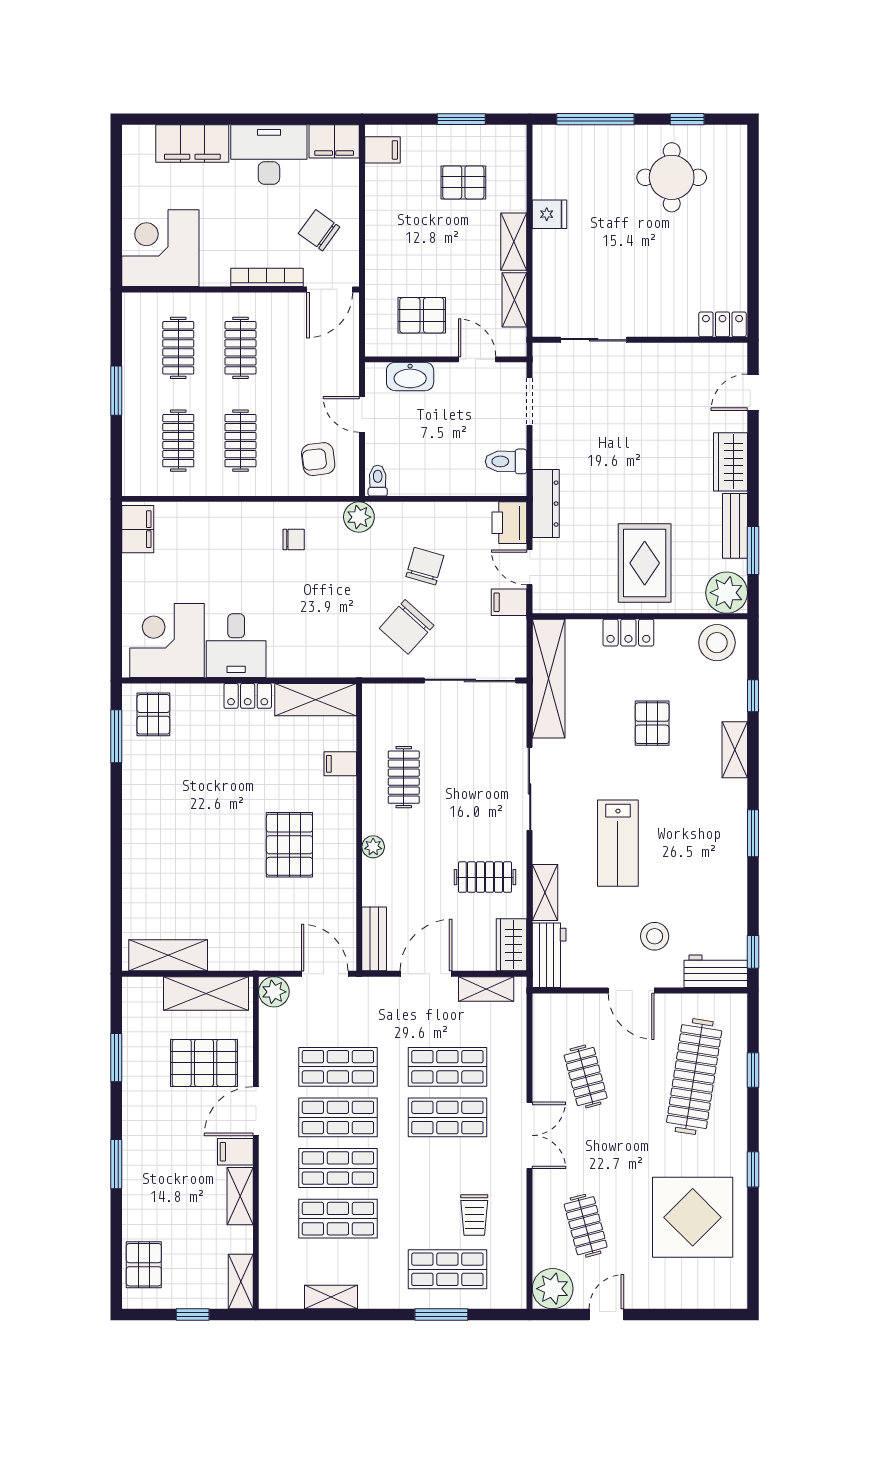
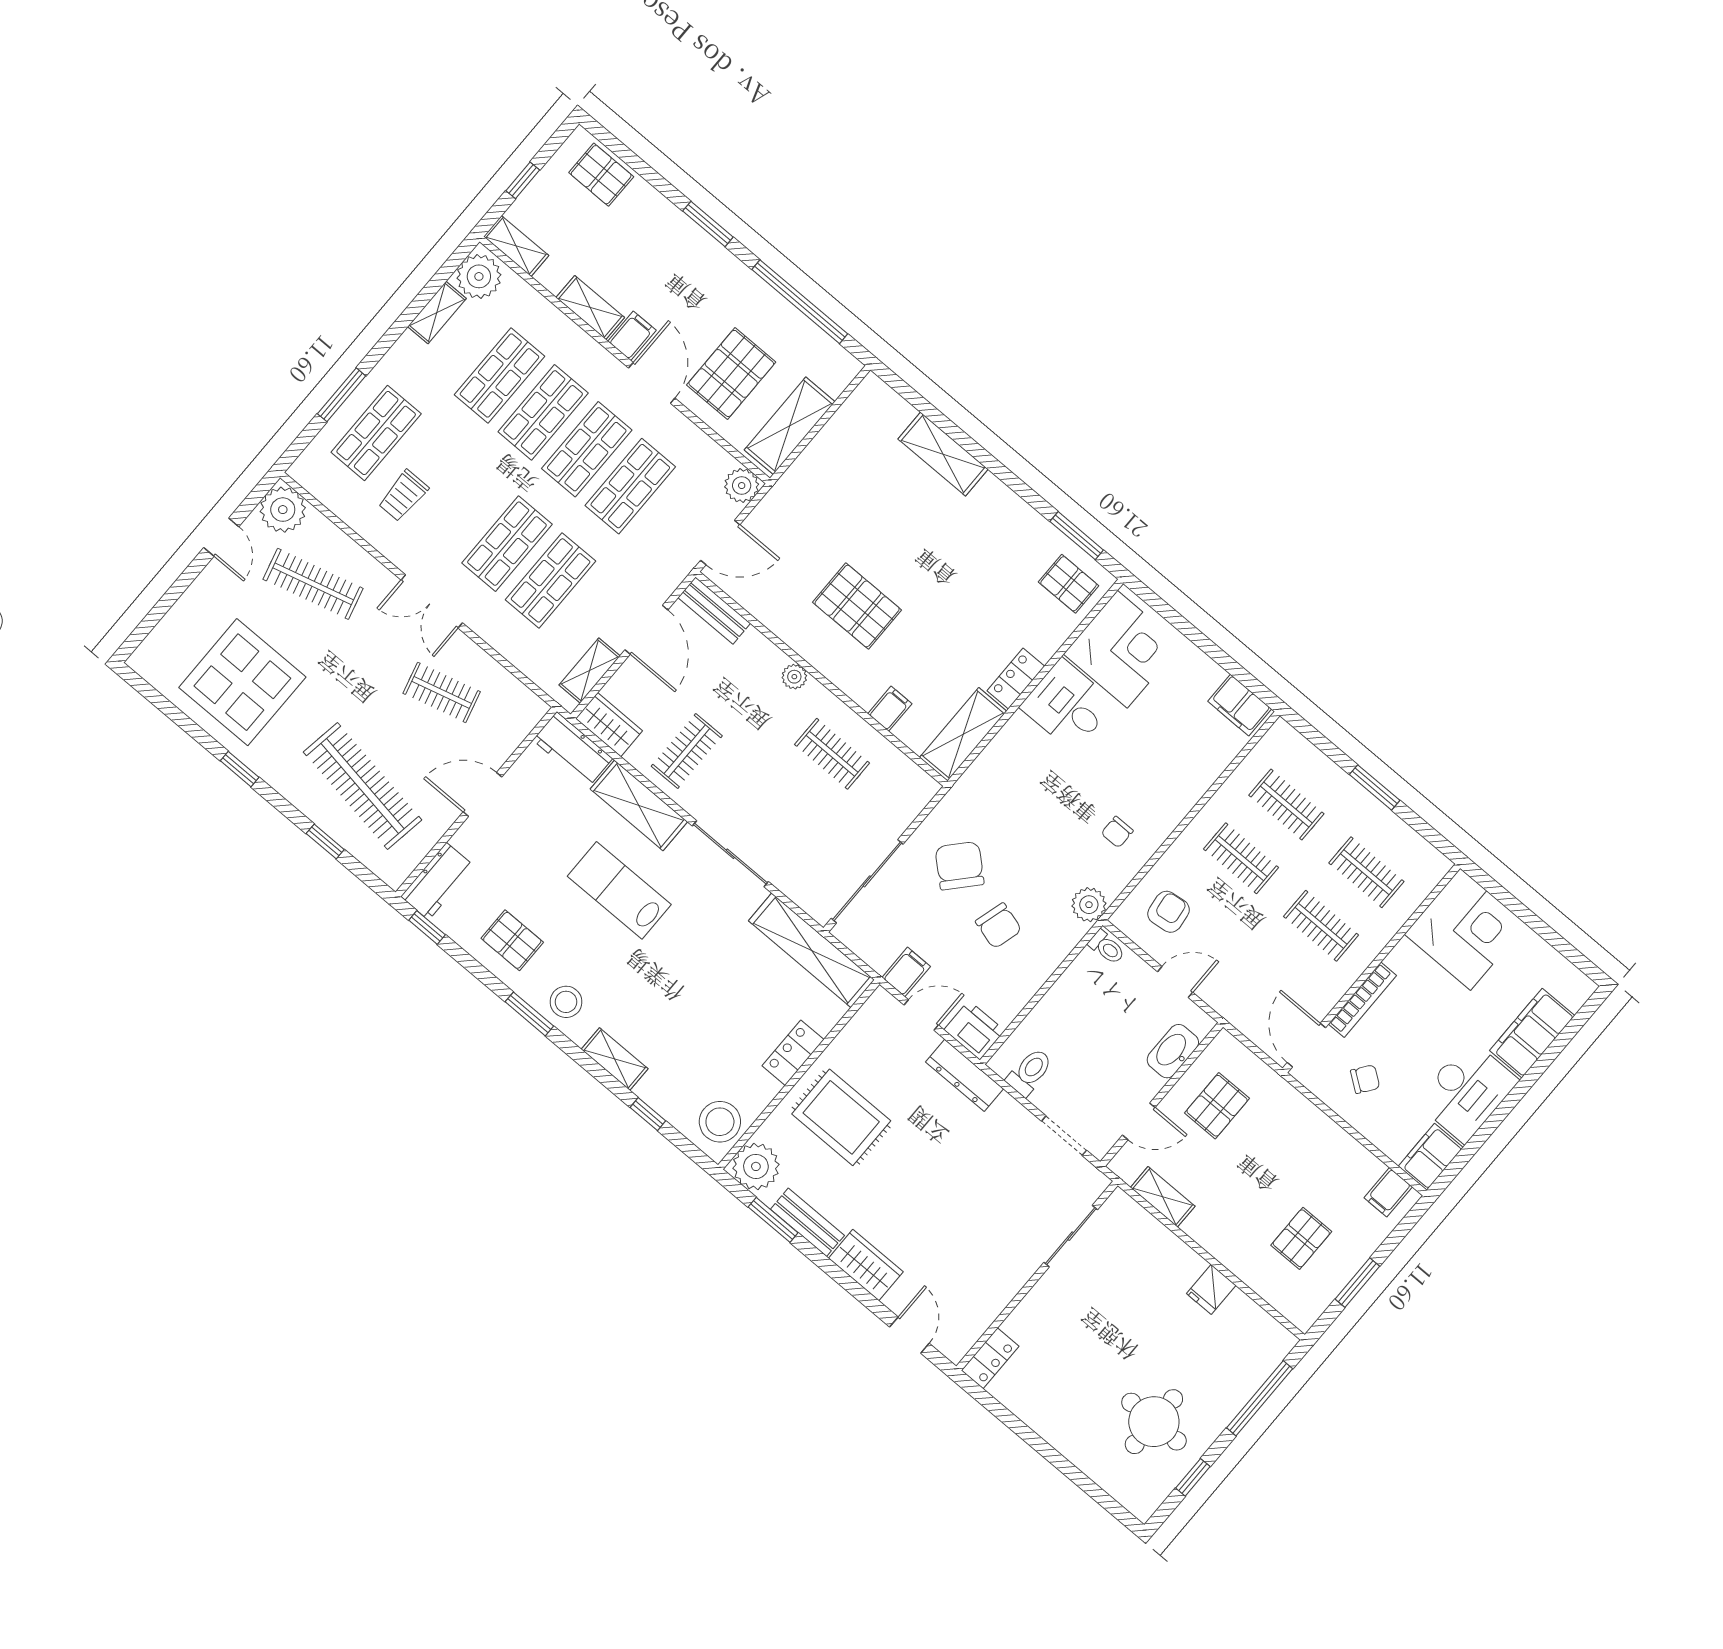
chair: (319, 230) -> (1365, 1079), width x0.73, depth x0.73
shelving: (514, 242) -> (1213, 1239), removed
pallet: (652, 723) -> (512, 940), moved
shelving: (545, 892) -> (639, 805), width x1.50, depth x1.33
stool: (655, 936) -> (566, 1002), moved
shelving: (168, 955) -> (943, 454), moved, turned 90
window: (116, 1058) -> (800, 302), width x2.11
trolley: (474, 1215) -> (403, 496), turned -90
clothes rail: (586, 1226) -> (313, 584), width x1.36
plant: (283, 1289) -> (479, 276), added

